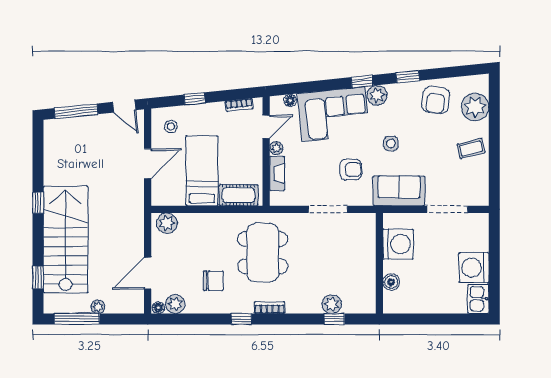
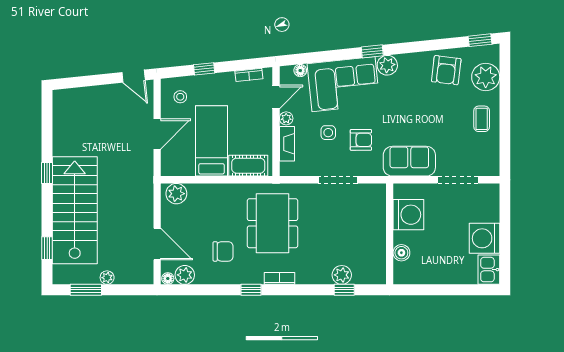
window: (408, 77) -> (480, 40), moved
window: (76, 111) -> (85, 81), removed
side table: (391, 143) -> (328, 133), moved
coffee table: (471, 149) -> (482, 119), turned -76
door: (148, 273) -> (157, 244), swing flipped
window: (77, 319) -> (86, 290), width x0.69

